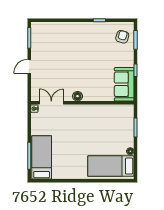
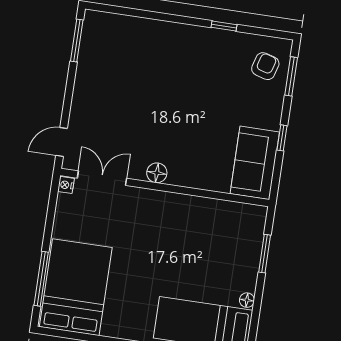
door: (29, 66) -> (62, 142), moved
bed: (42, 157) -> (76, 287), width x1.50

